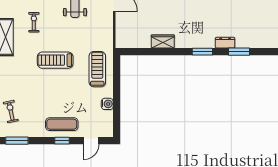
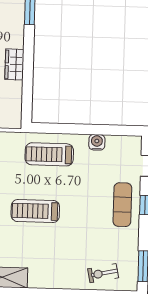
treadmill: (55, 60) -> (35, 211), turned 90

